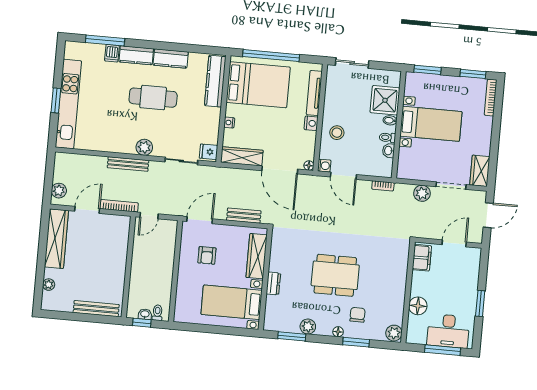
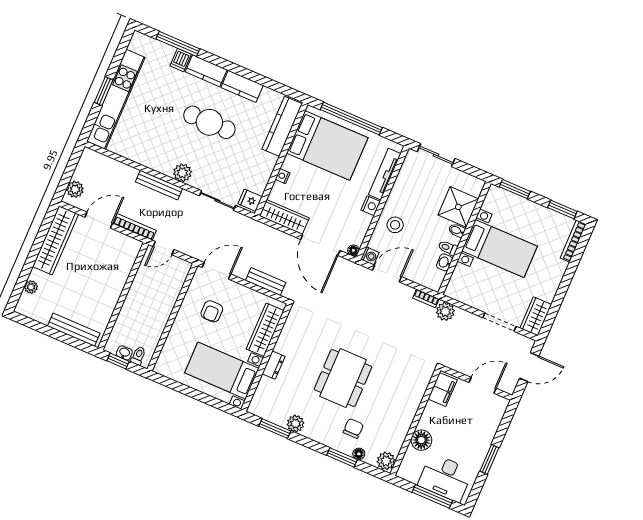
door: (343, 176) -> (387, 274), swing flipped
plant: (422, 193) -> (445, 311), moved
dining table: (335, 275) -> (343, 378), turned 90
floor lamp: (338, 332) -> (359, 454), moved

